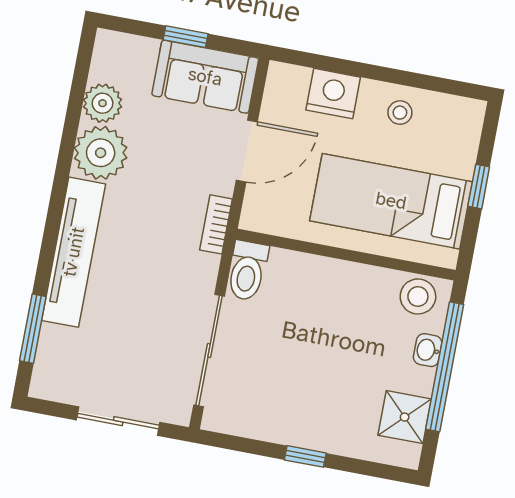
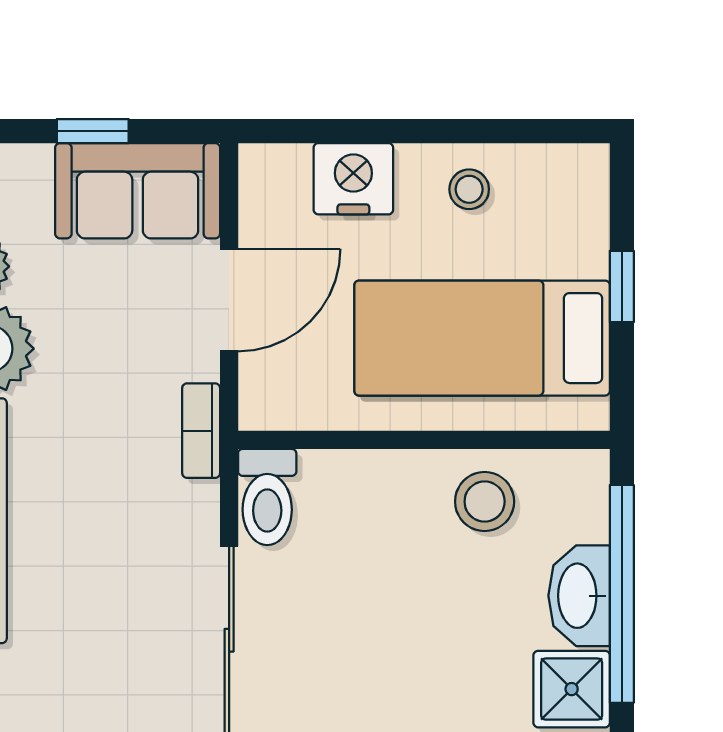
stool: (418, 296) -> (485, 502), moved
washbasin: (428, 350) -> (579, 596), width x1.91, depth x1.45

